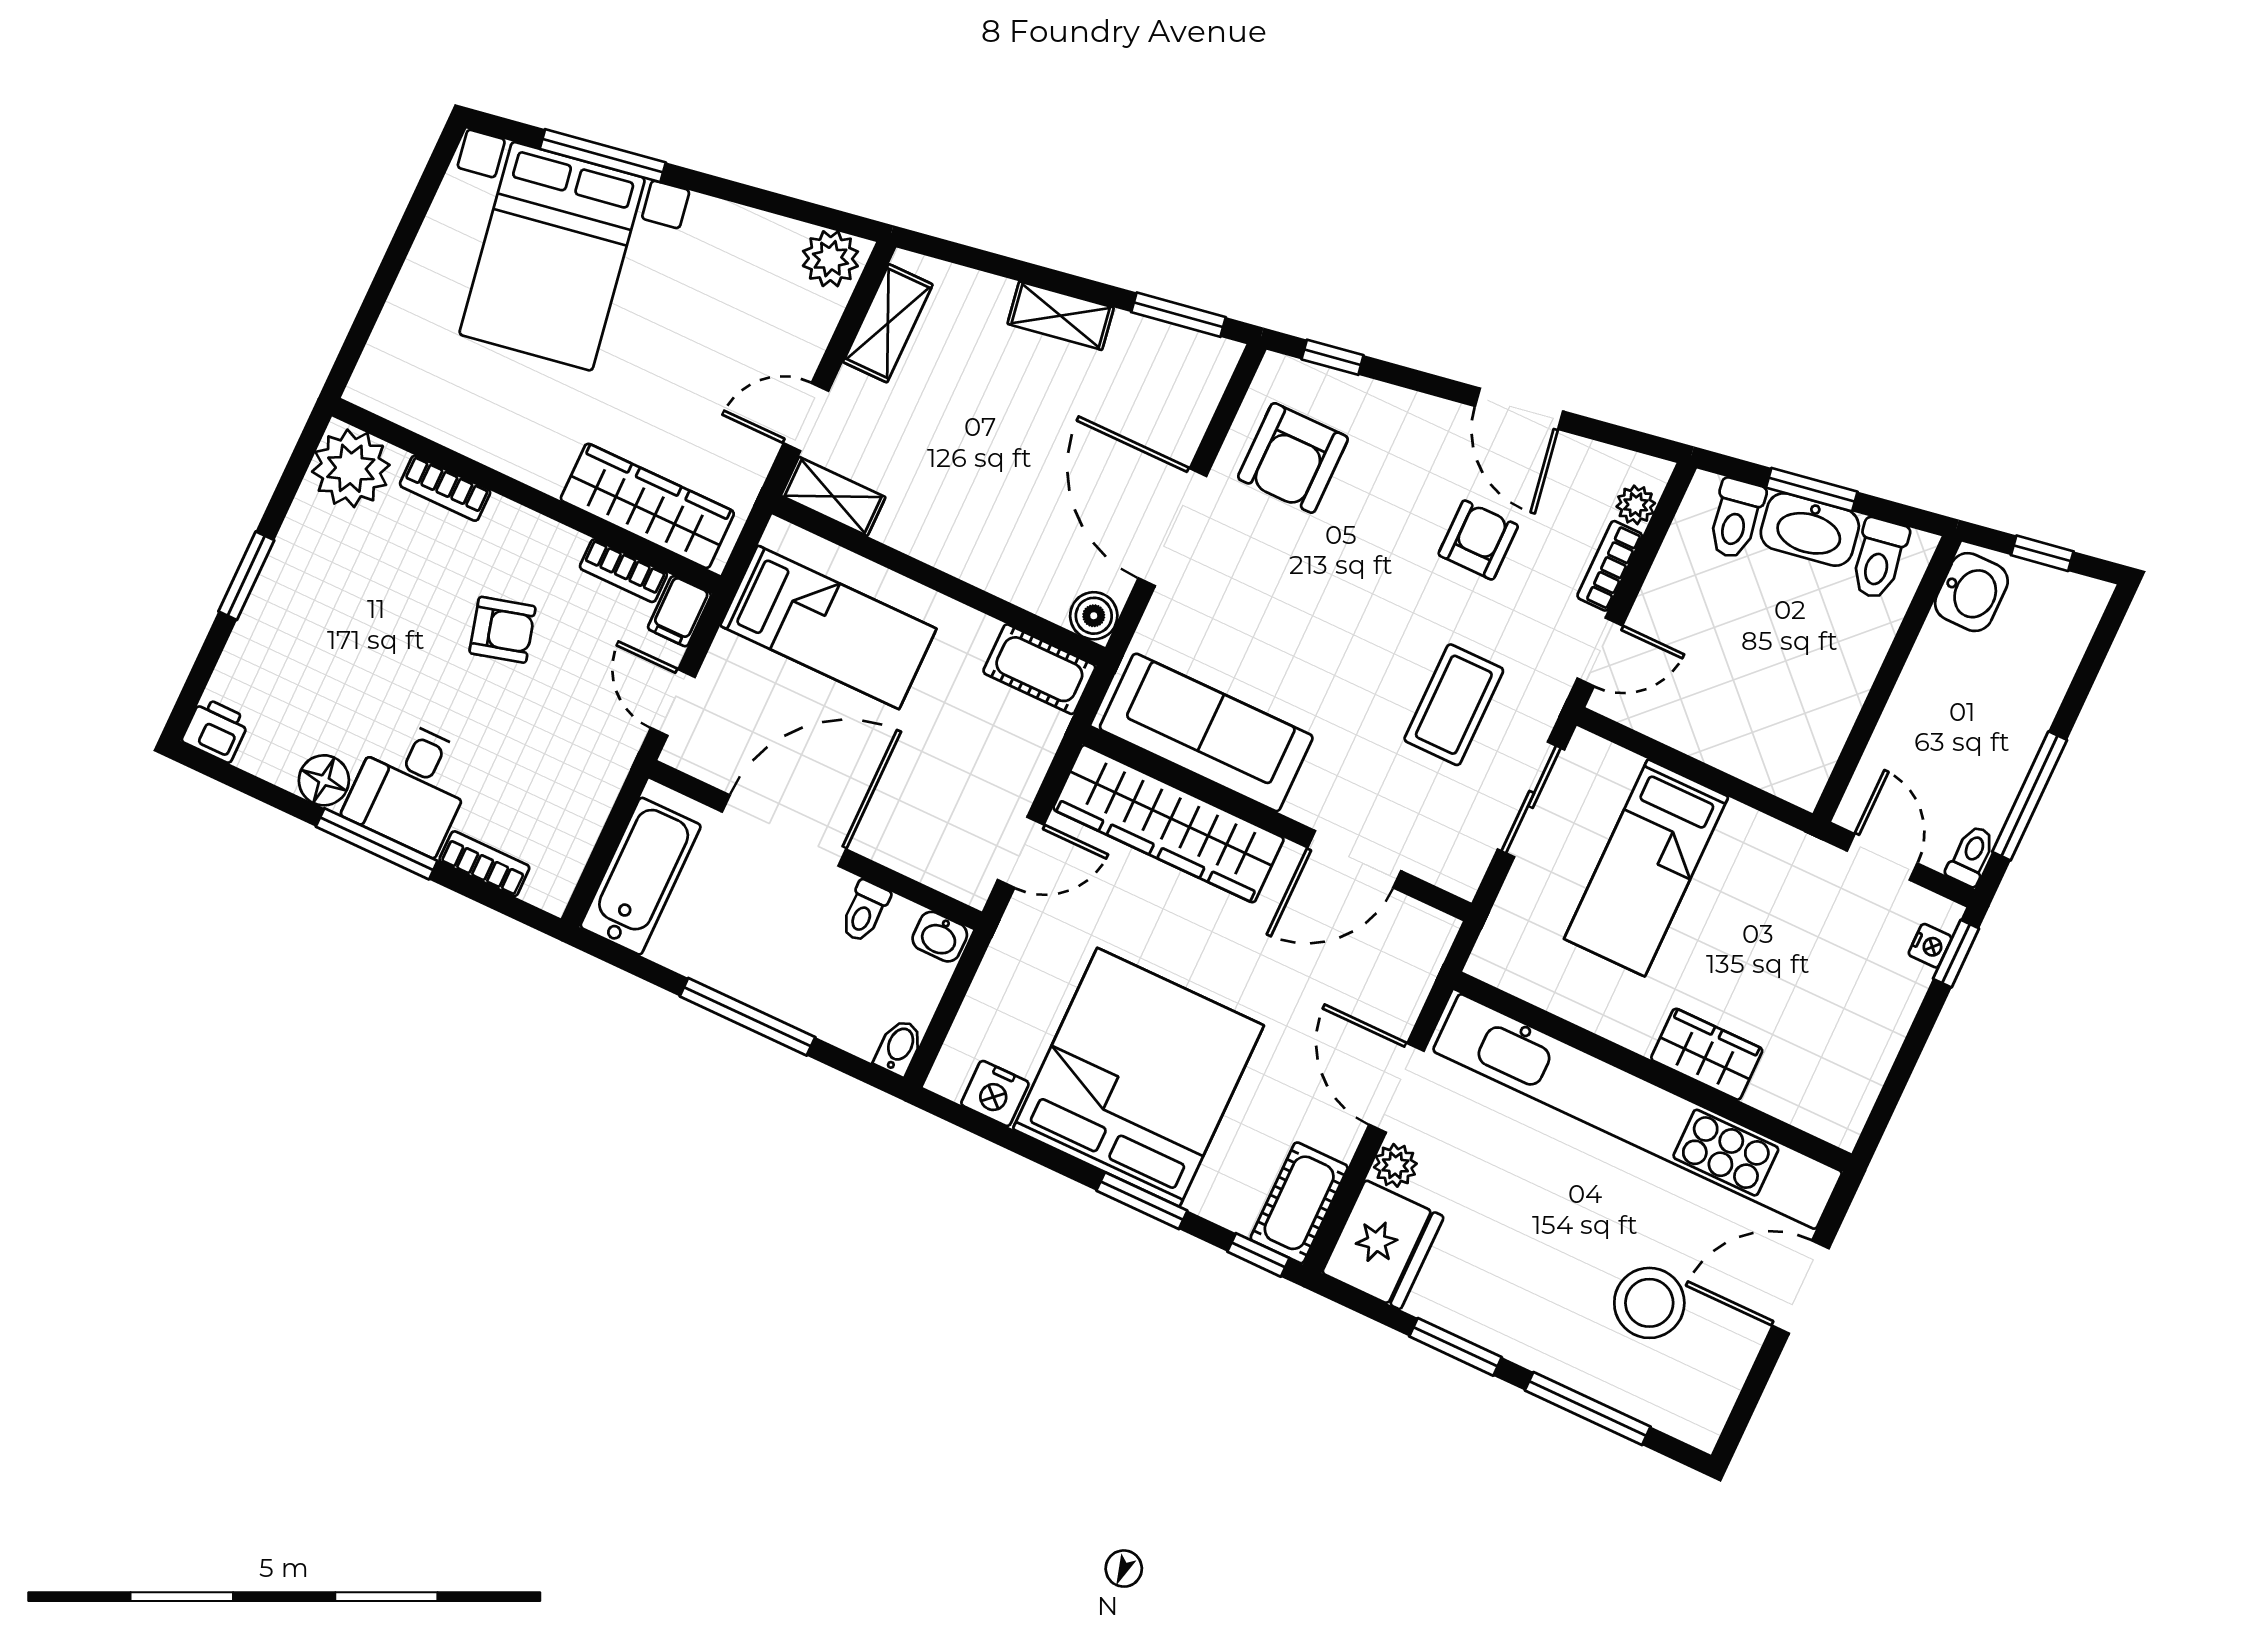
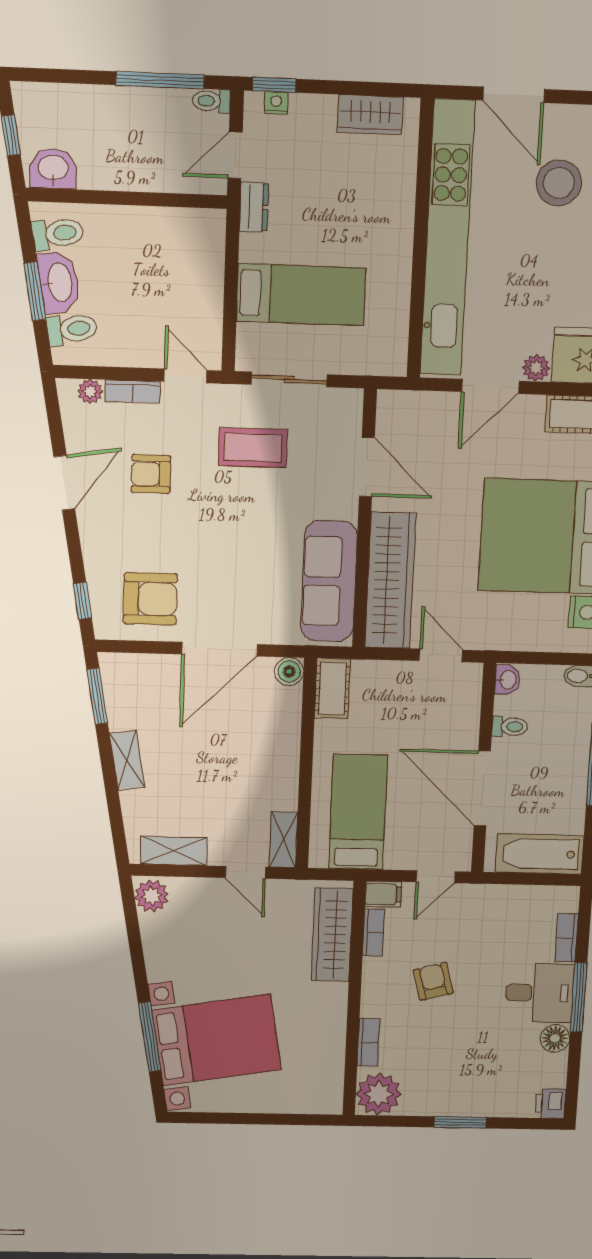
dresser: (1799, 853) -> (254, 207), added
wardrobe: (1707, 1054) -> (370, 115), moved, turned -90

